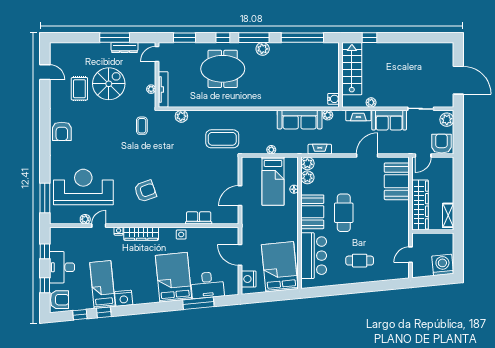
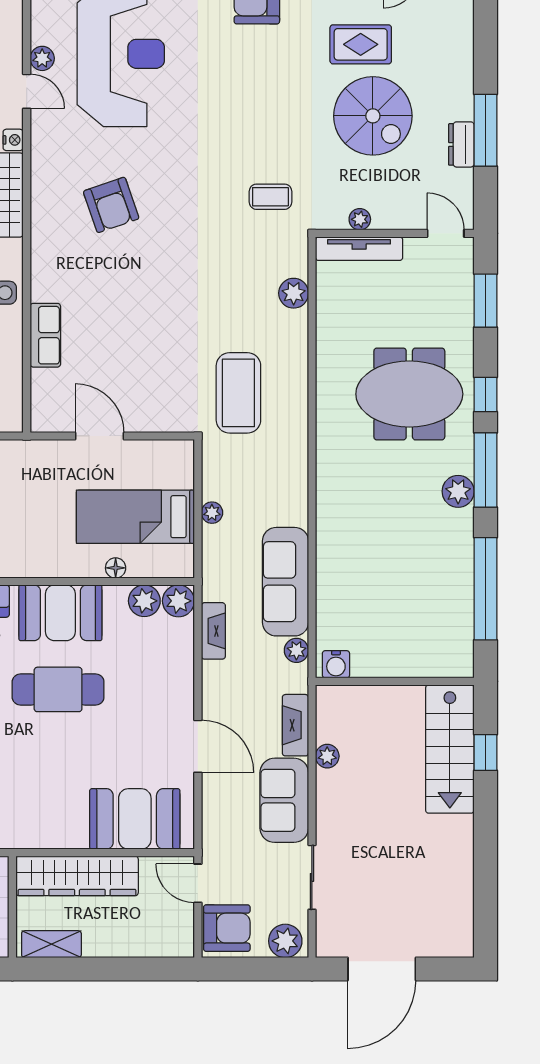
dresser: (125, 48) -> (461, 144), width x0.70
meeting table: (223, 69) -> (409, 394), turned 90
stairs: (352, 69) -> (450, 749), moved, turned 90

